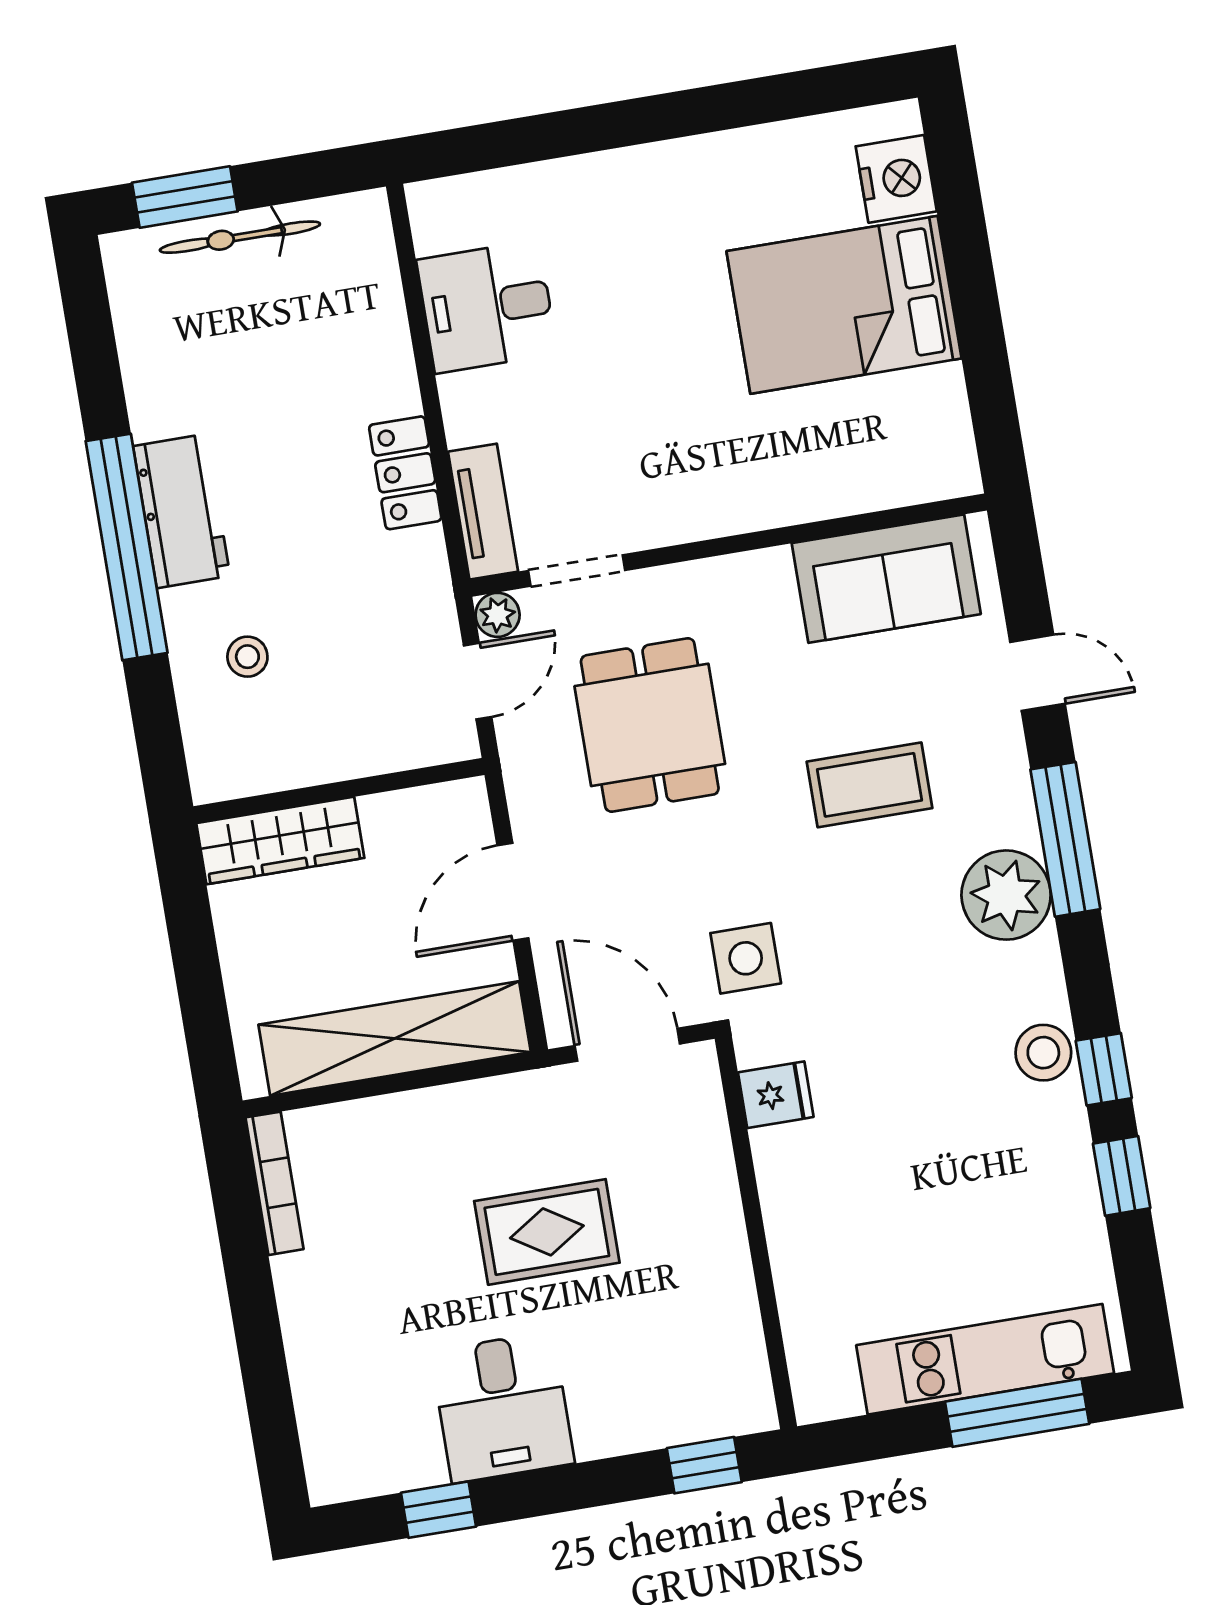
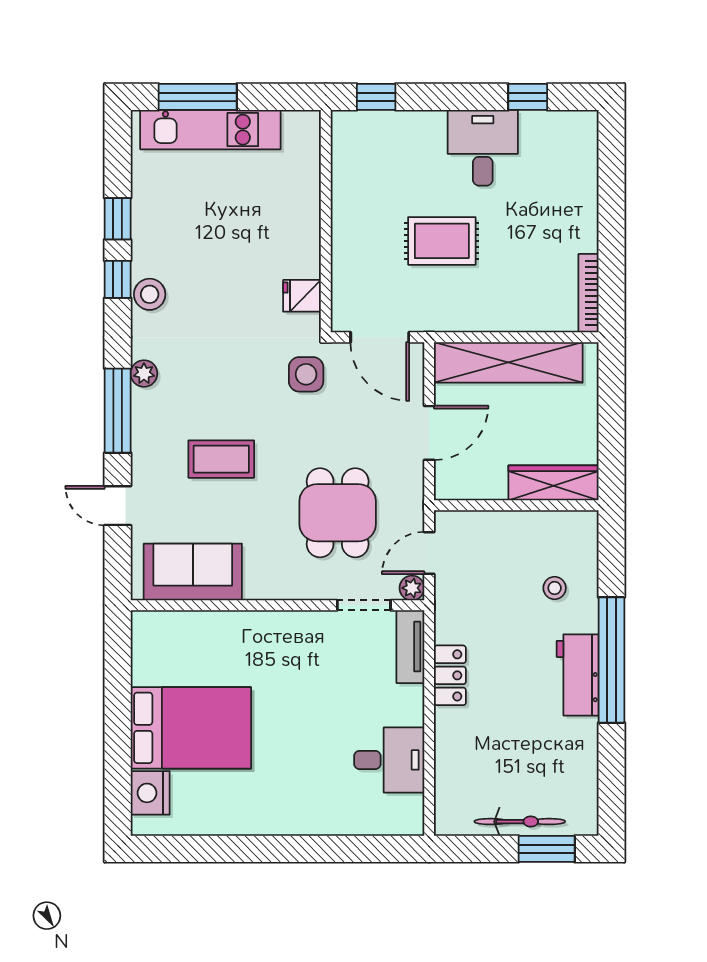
plant: (1006, 895) -> (144, 373), width x0.53, depth x0.53

